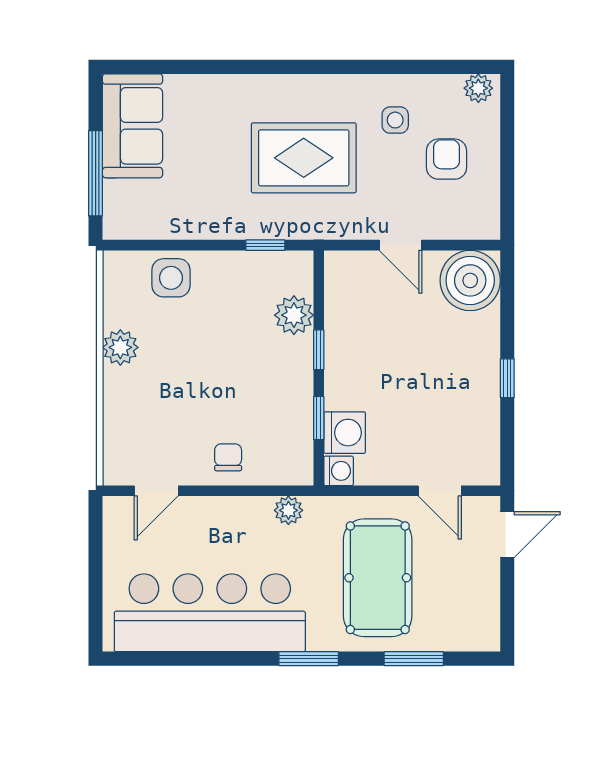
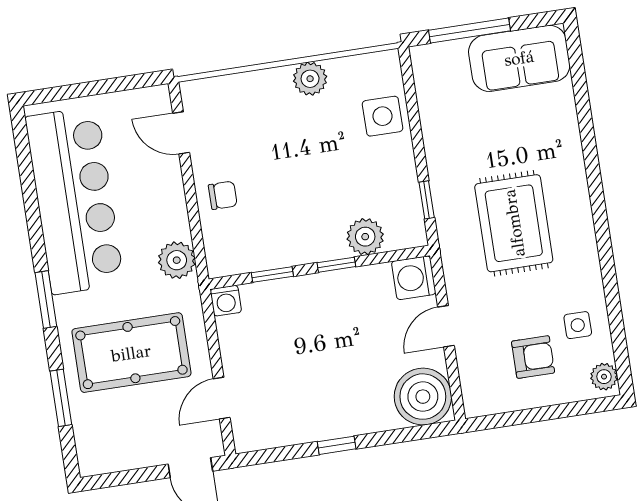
side table: (395, 120) -> (578, 325), moved
washing machine: (345, 433) -> (414, 278), moved, turned 90
plant: (288, 510) -> (177, 260), width x1.38, depth x1.38

